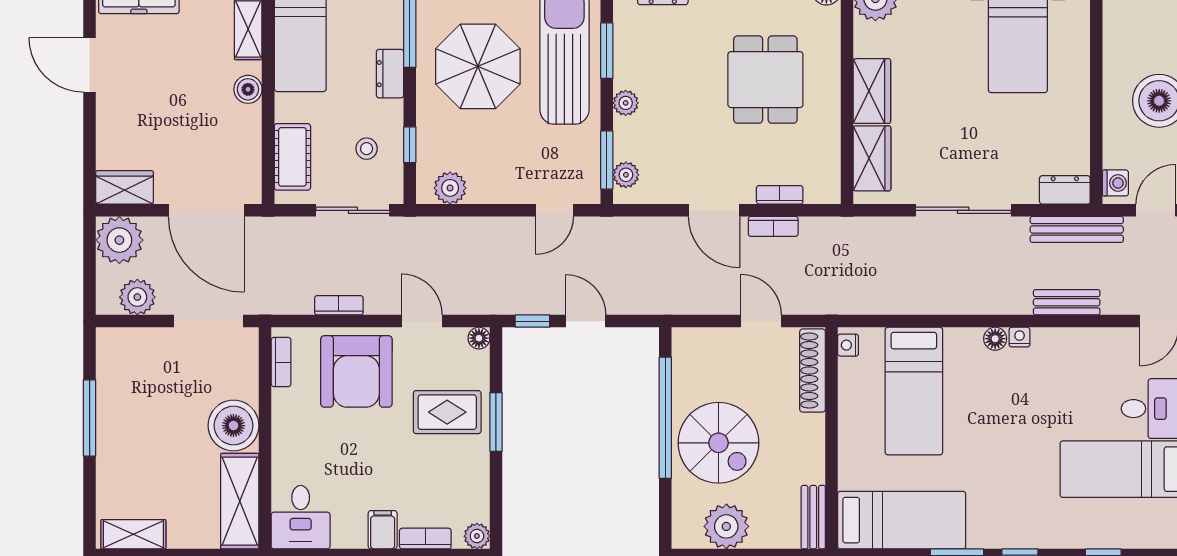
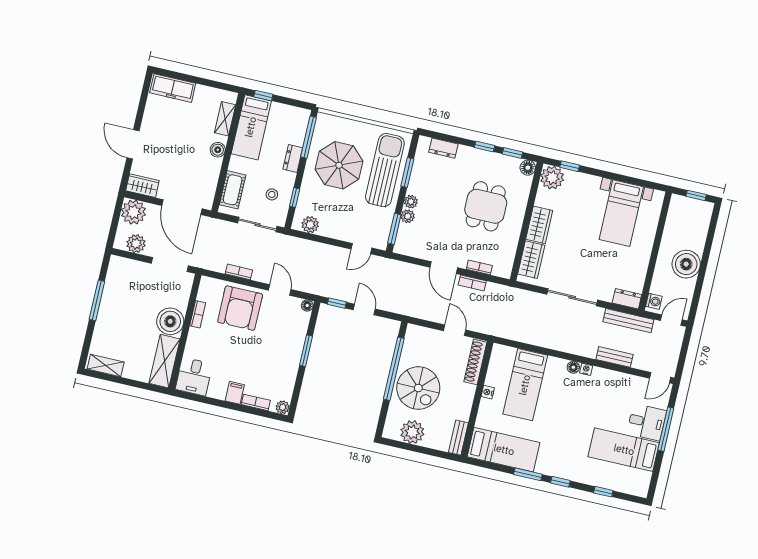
door: (90, 65) -> (133, 144), moved
plant: (626, 175) -> (408, 216), moved
nightstand: (848, 345) -> (488, 392), moved
bookcase: (281, 362) -> (198, 314), moved
rug: (447, 412) -> (282, 340), removed

